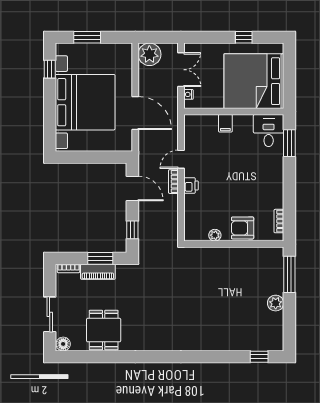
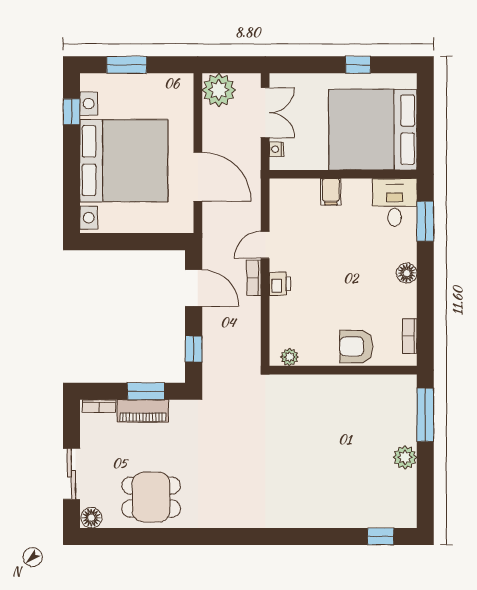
floor lamp: (277, 178) -> (407, 273), added
plant: (215, 235) -> (290, 357), moved
dining table: (104, 330) -> (151, 497), turned 90

